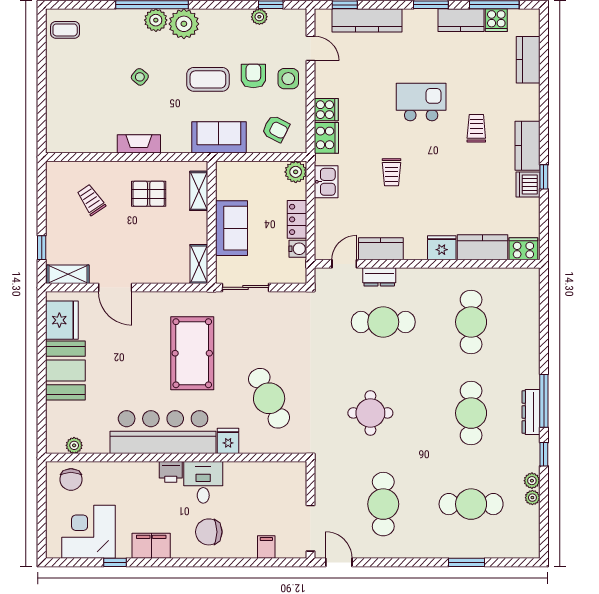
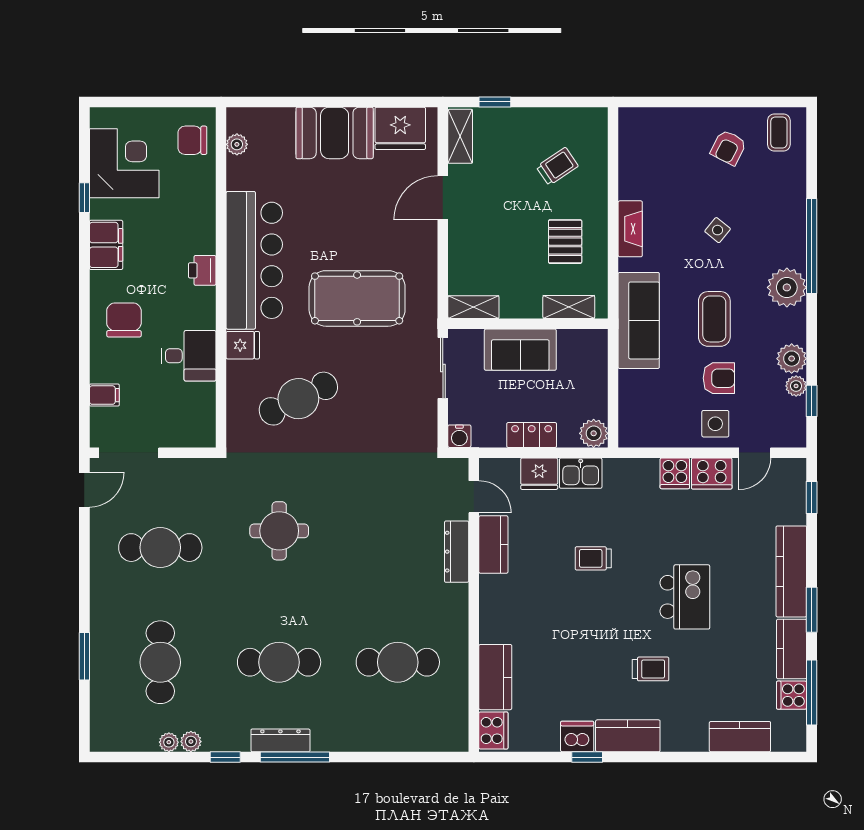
plant: (156, 20) -> (792, 359), moved
kitchen counter: (367, 20) -> (791, 571), moved
armchair: (276, 129) -> (728, 147), moved
sofa: (219, 137) -> (639, 320), width x1.36
cooker: (326, 138) -> (712, 473), moved
fridge: (442, 248) -> (539, 474), moved, turned 90
water cooler: (298, 249) -> (459, 436), moved
dresser: (379, 277) -> (457, 552), width x1.44
cafe table: (383, 322) -> (398, 548), removed
desk: (203, 482) -> (189, 356), moved

